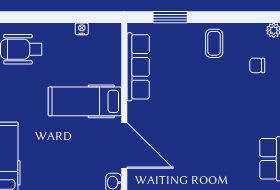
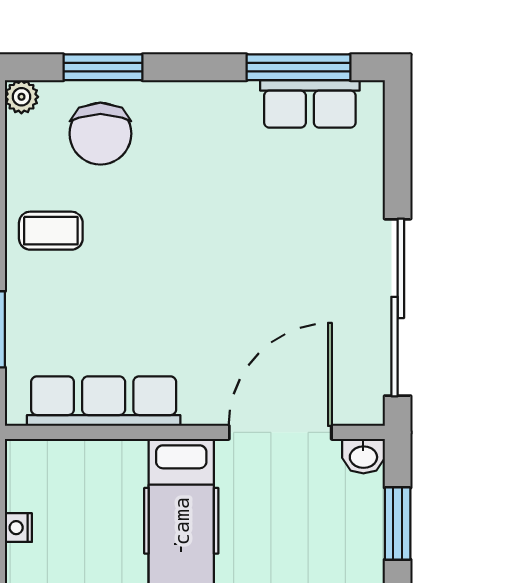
chair: (257, 65) -> (100, 134), width x1.87, depth x1.87

